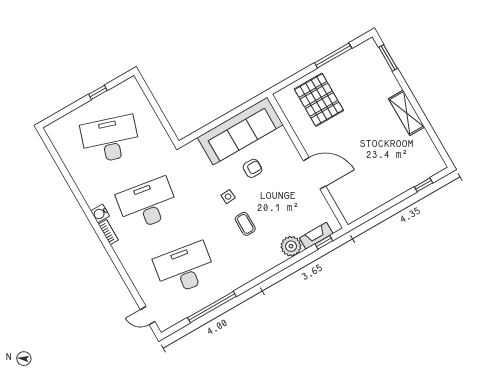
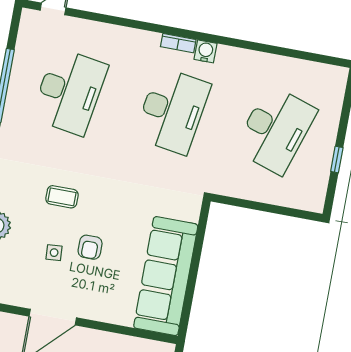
armchair: (253, 168) -> (90, 247), moved
side table: (228, 197) -> (54, 253), moved

